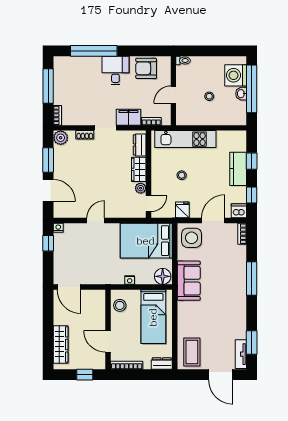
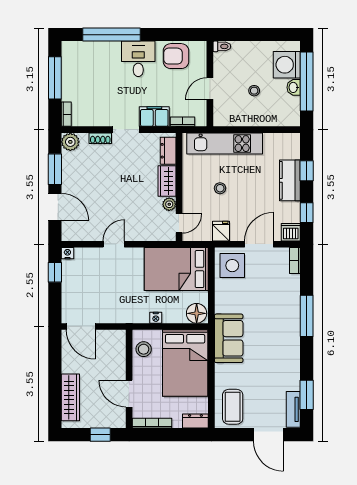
sofa: (189, 281) -> (229, 338), moved
bed: (153, 317) -> (185, 363), width x1.50

